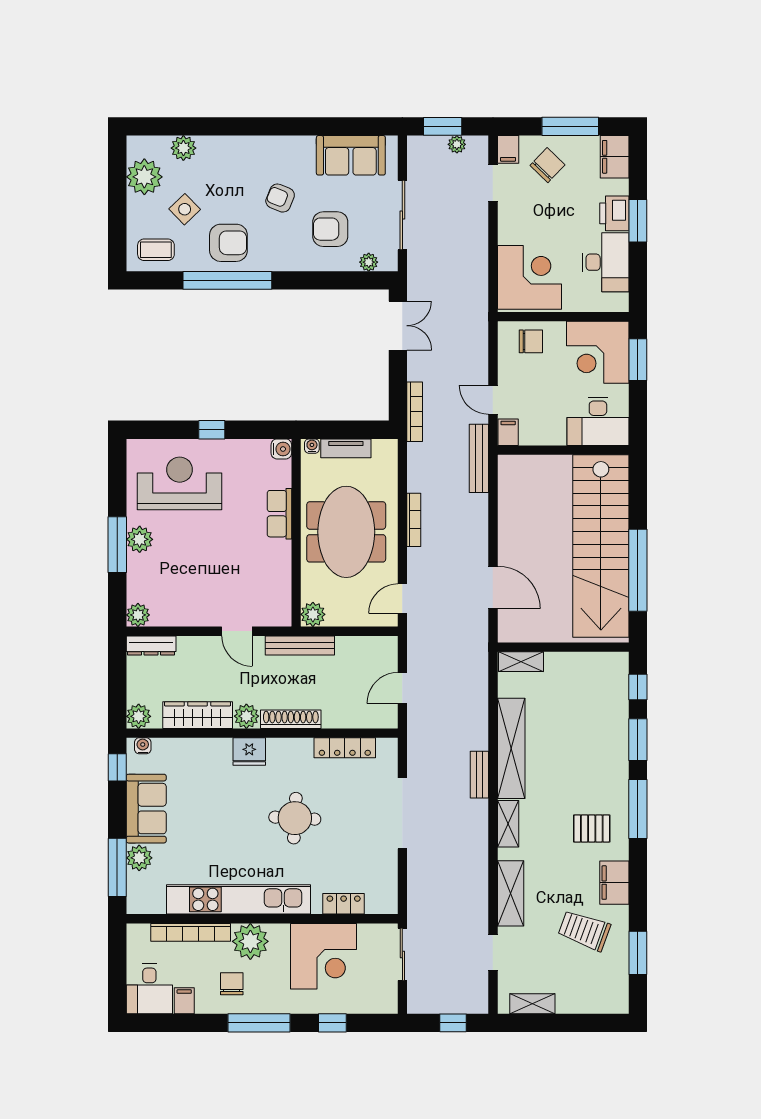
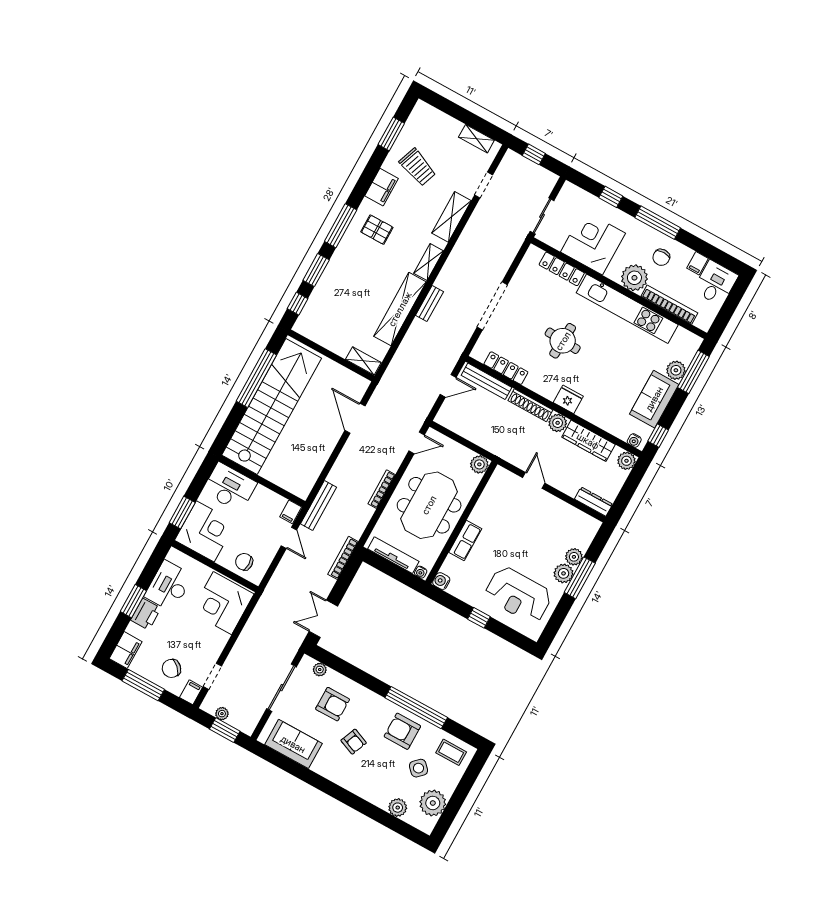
tv unit: (346, 448) -> (393, 555), width x1.41
plant: (138, 615) -> (574, 557), moved
bench: (300, 645) -> (486, 381), moved
locker: (344, 904) -> (562, 269), width x1.53

